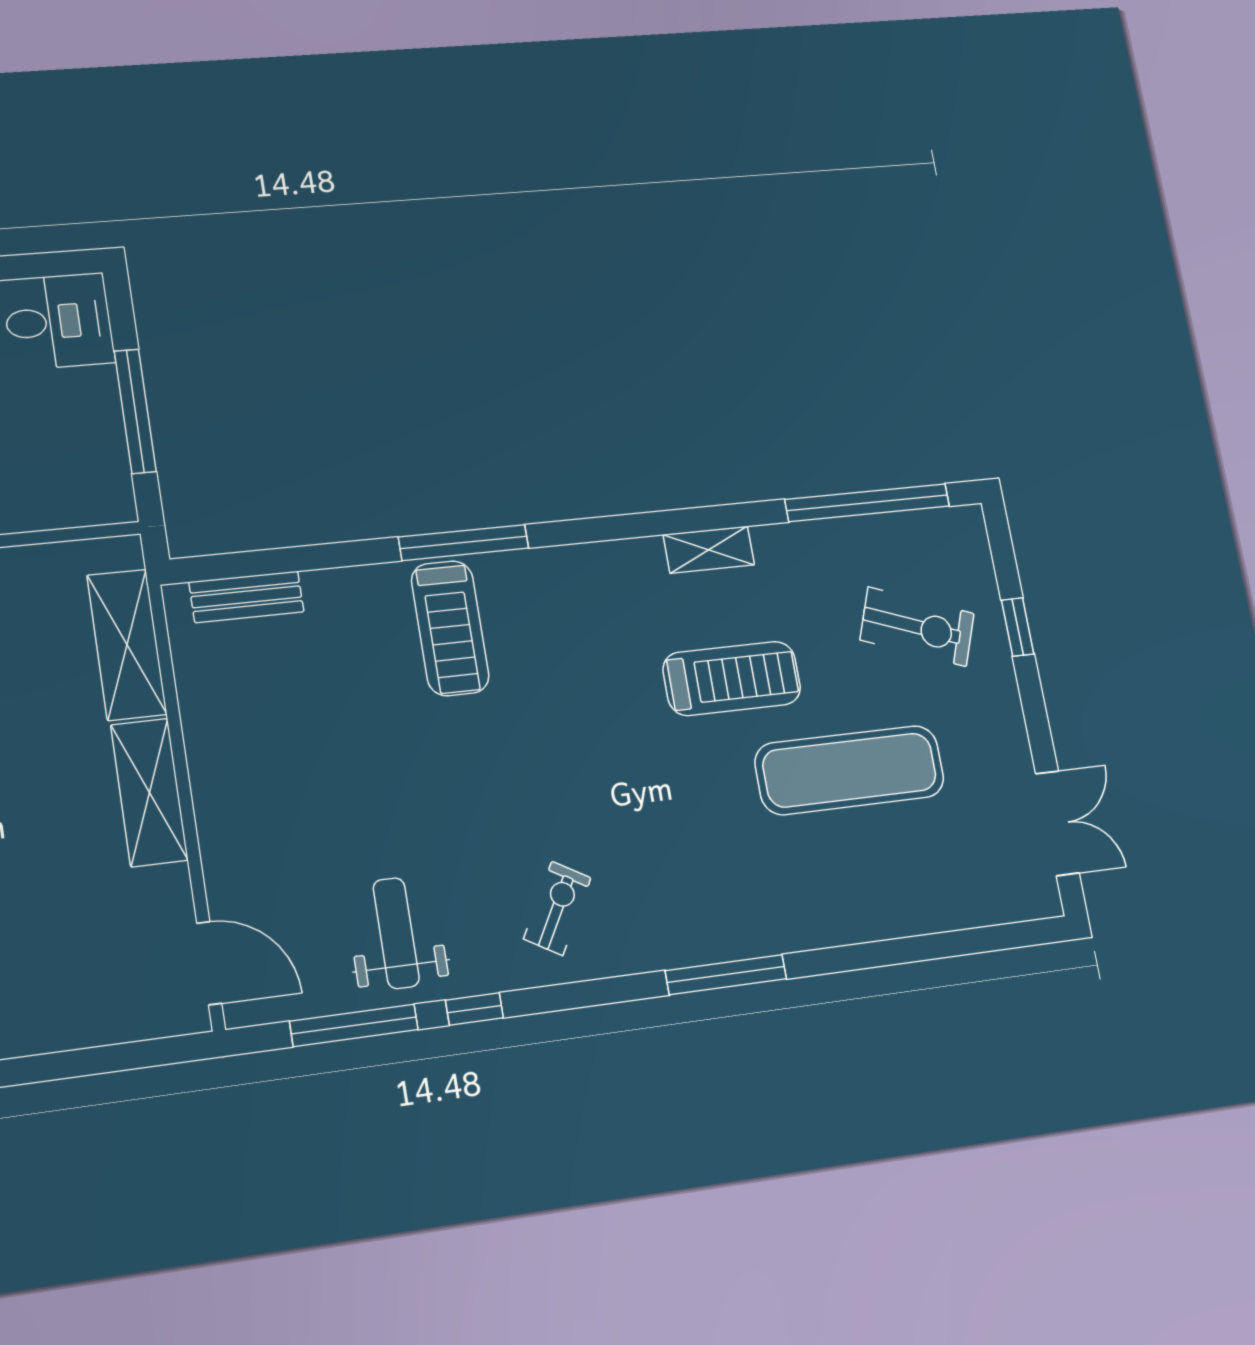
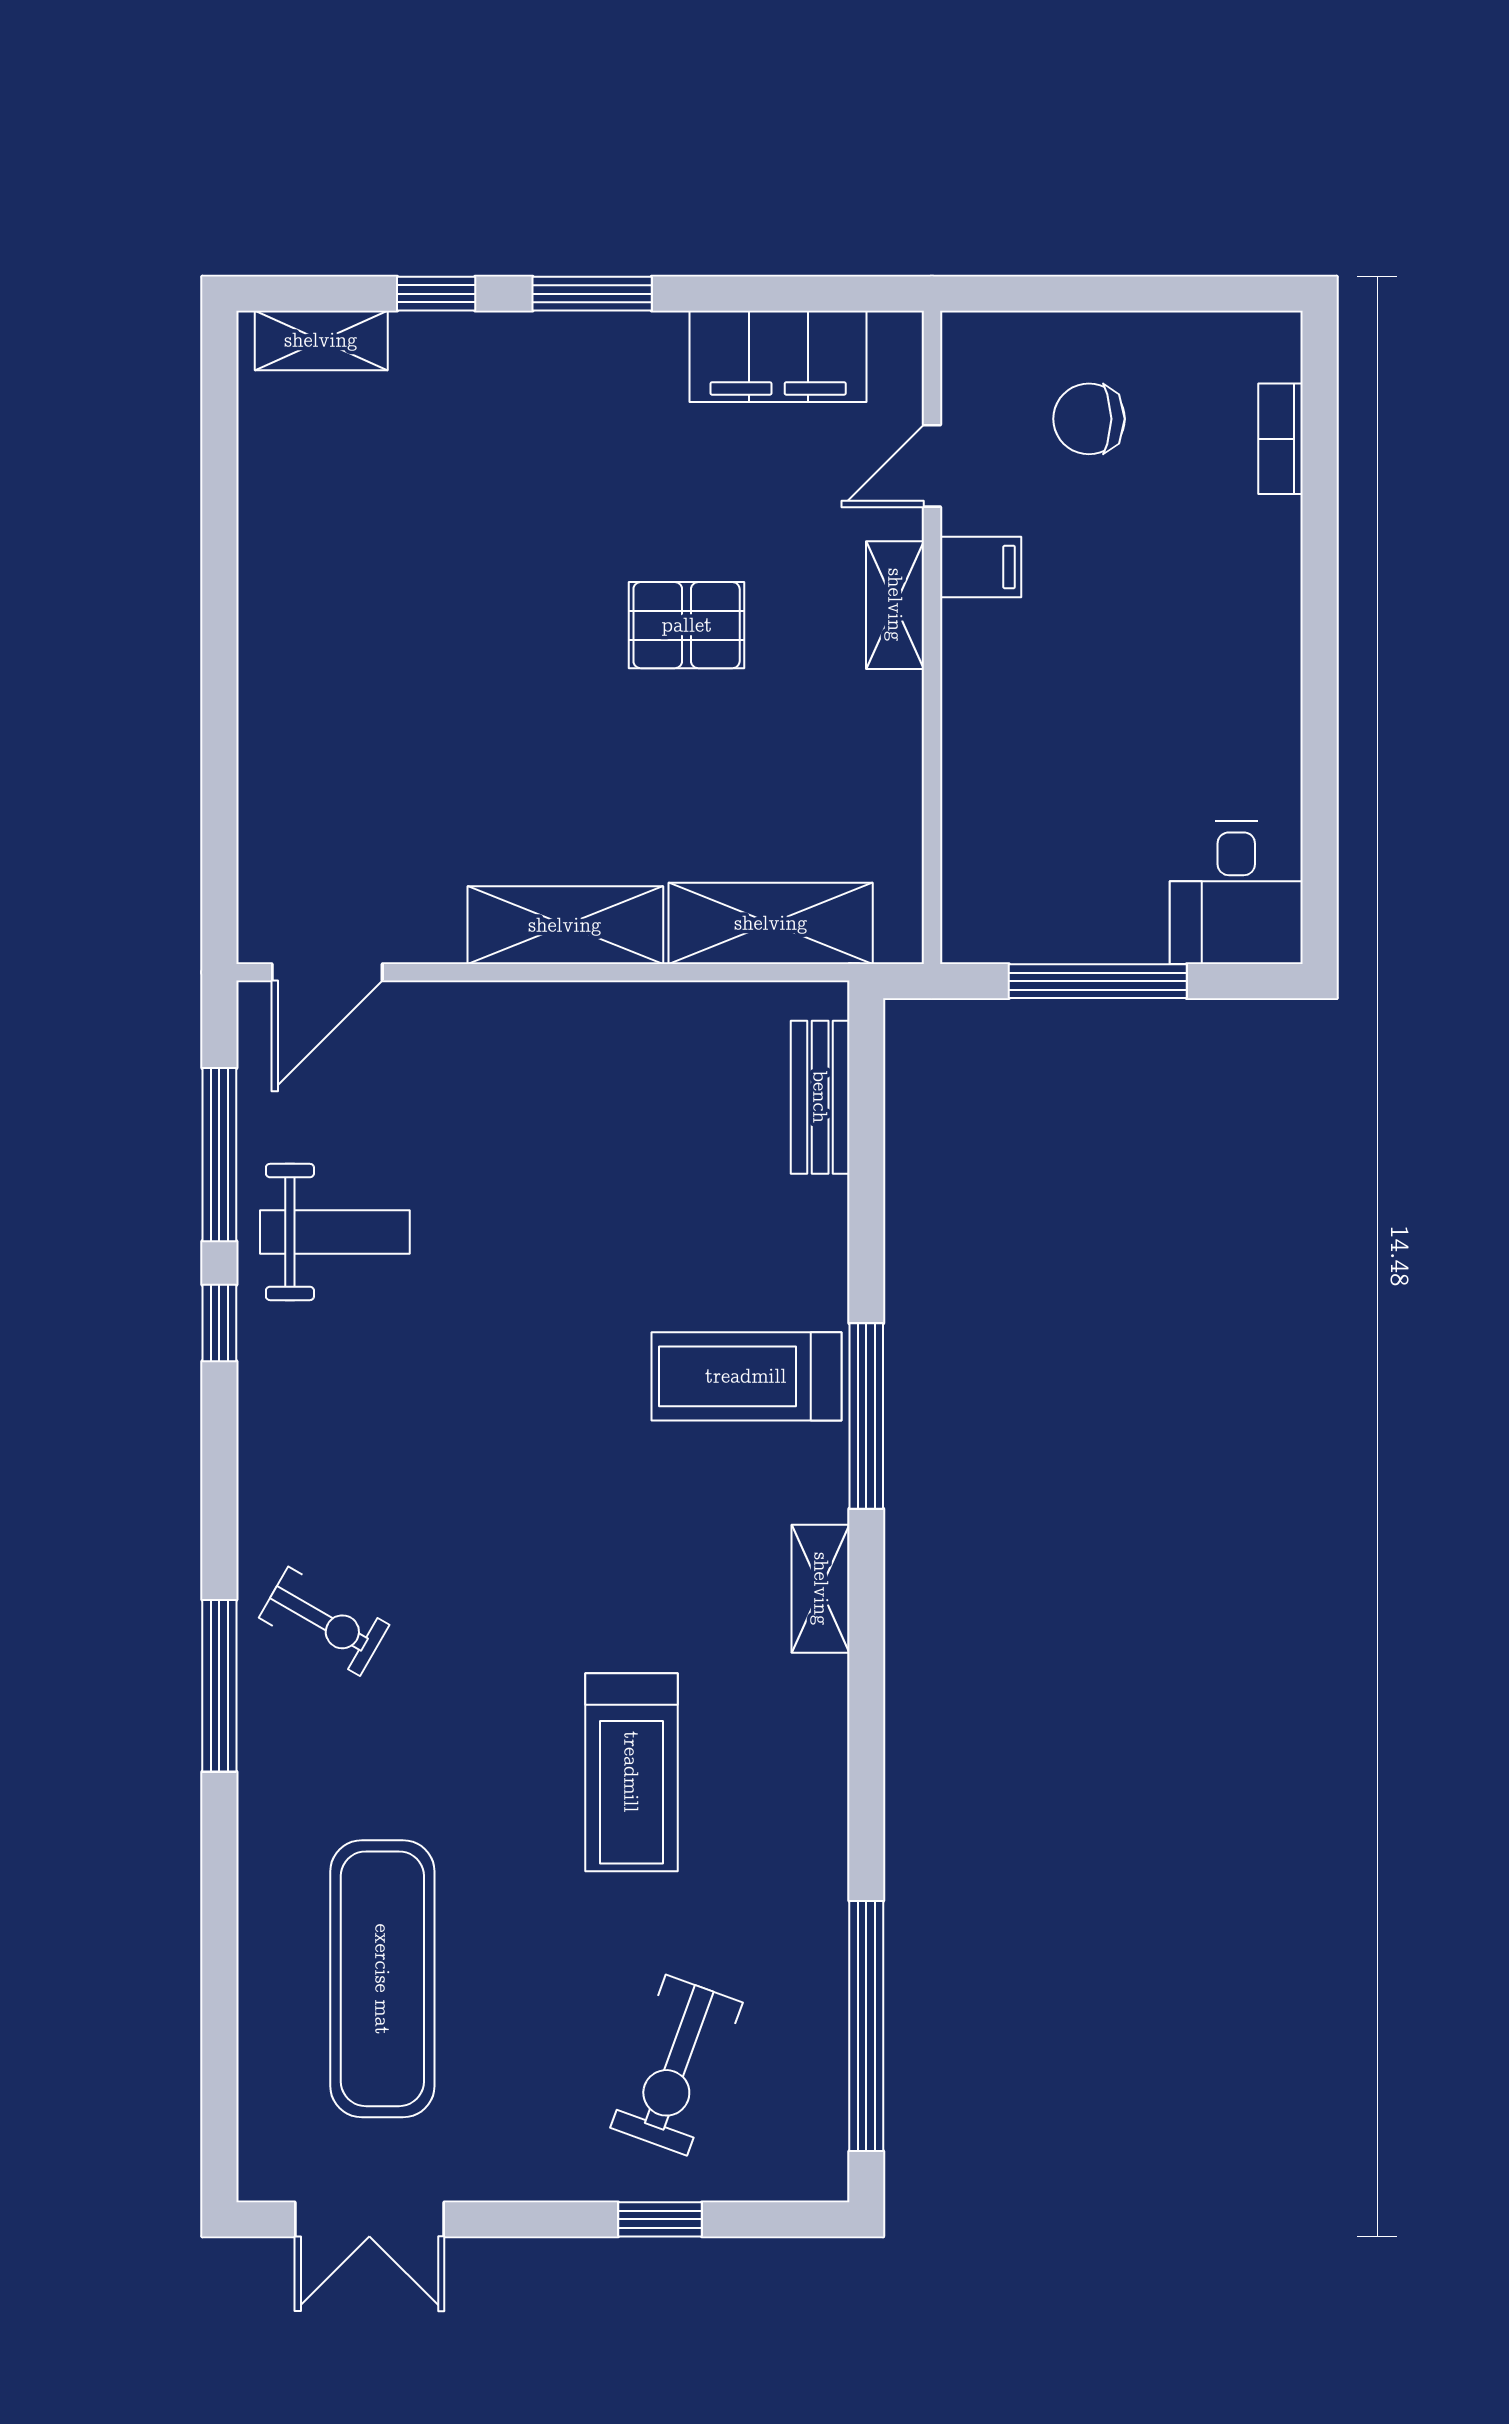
shelving: (709, 550) -> (821, 1589), moved
exercise mat: (850, 770) -> (382, 1979), moved
exercise bike: (557, 908) -> (324, 1621), moved

